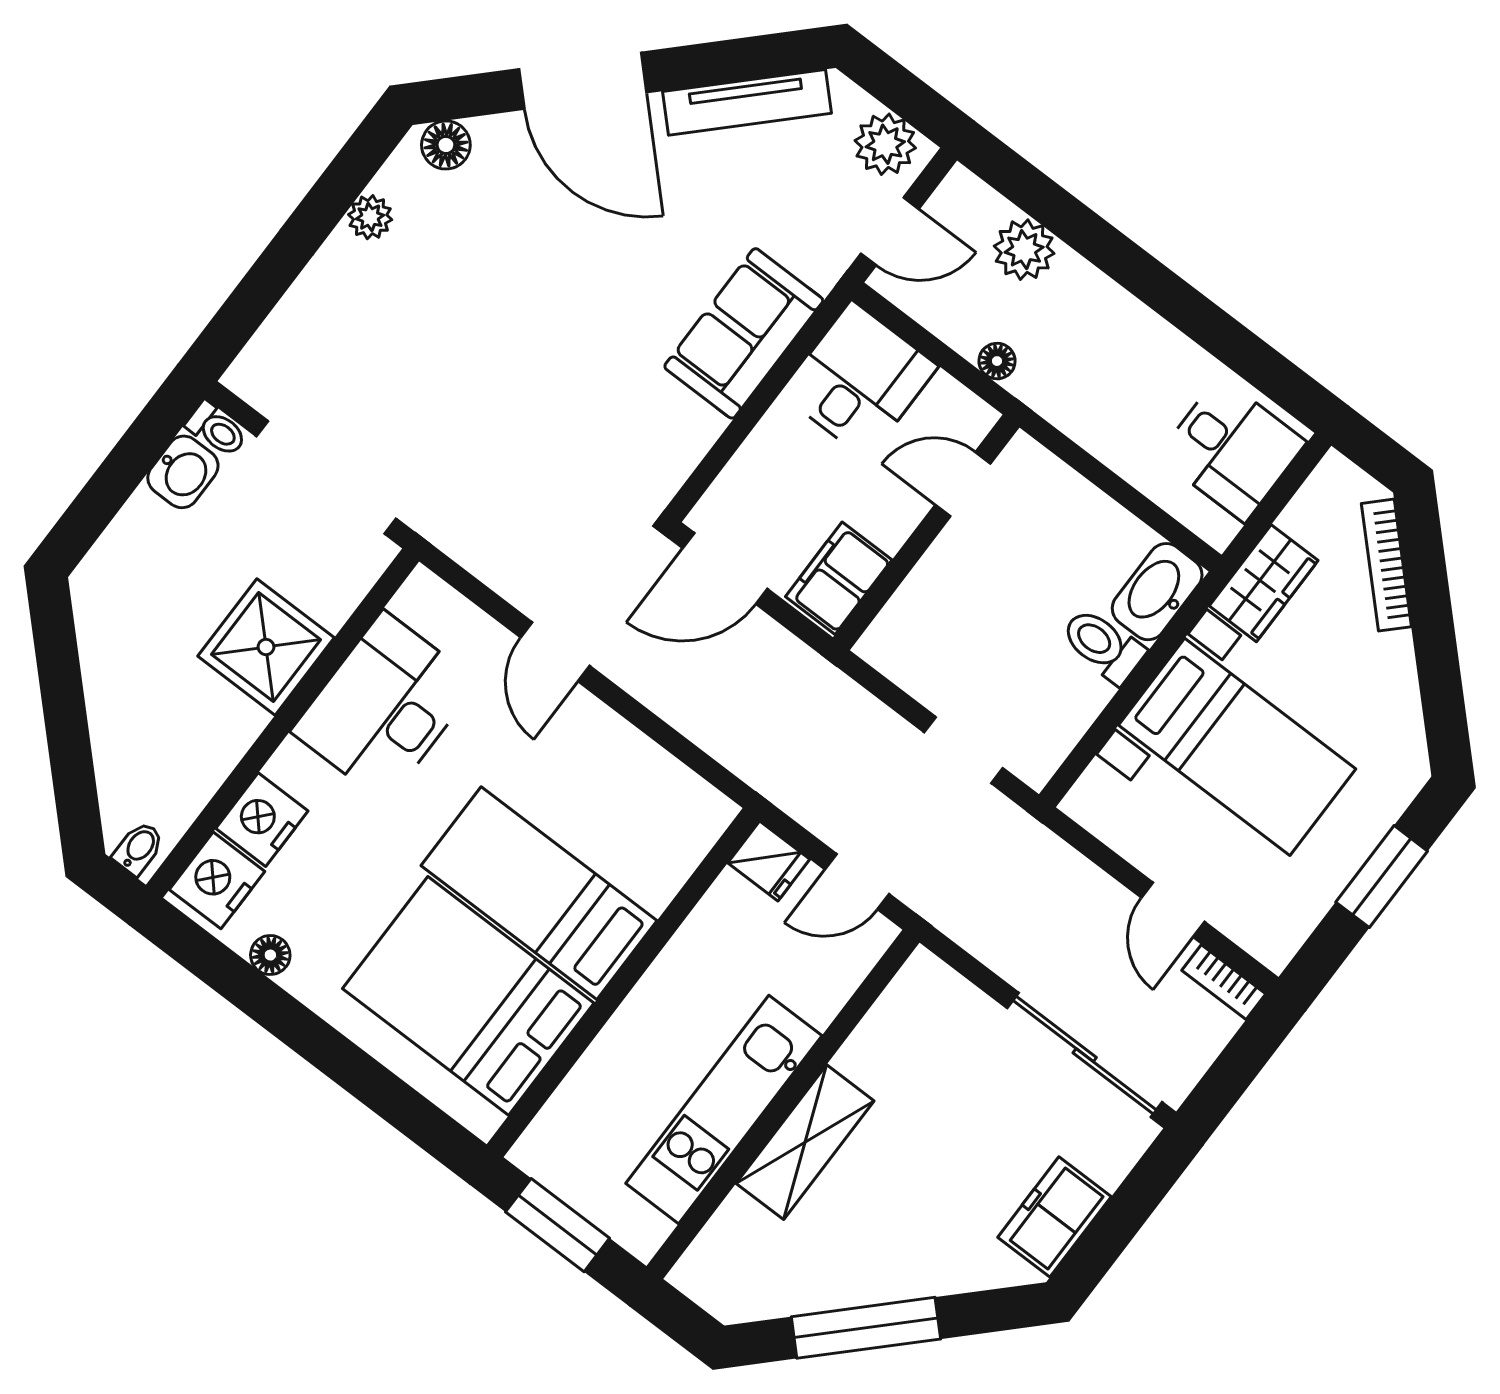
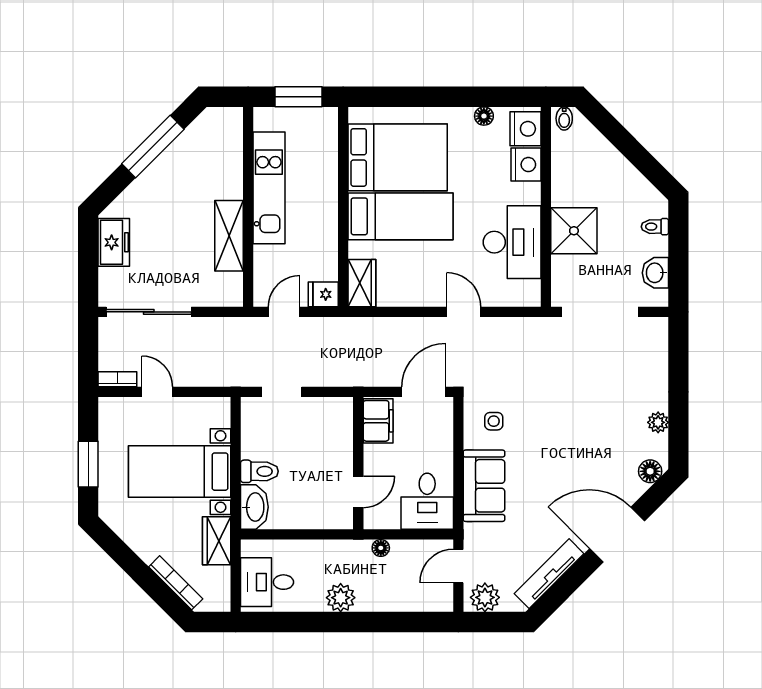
plant: (1024, 250) -> (341, 598), moved
toilet: (217, 429) -> (655, 227), moved
side table: (645, 430) -> (494, 421), added
wardrobe: (689, 830) -> (362, 283), added
shelving: (805, 1142) -> (229, 236), moved

